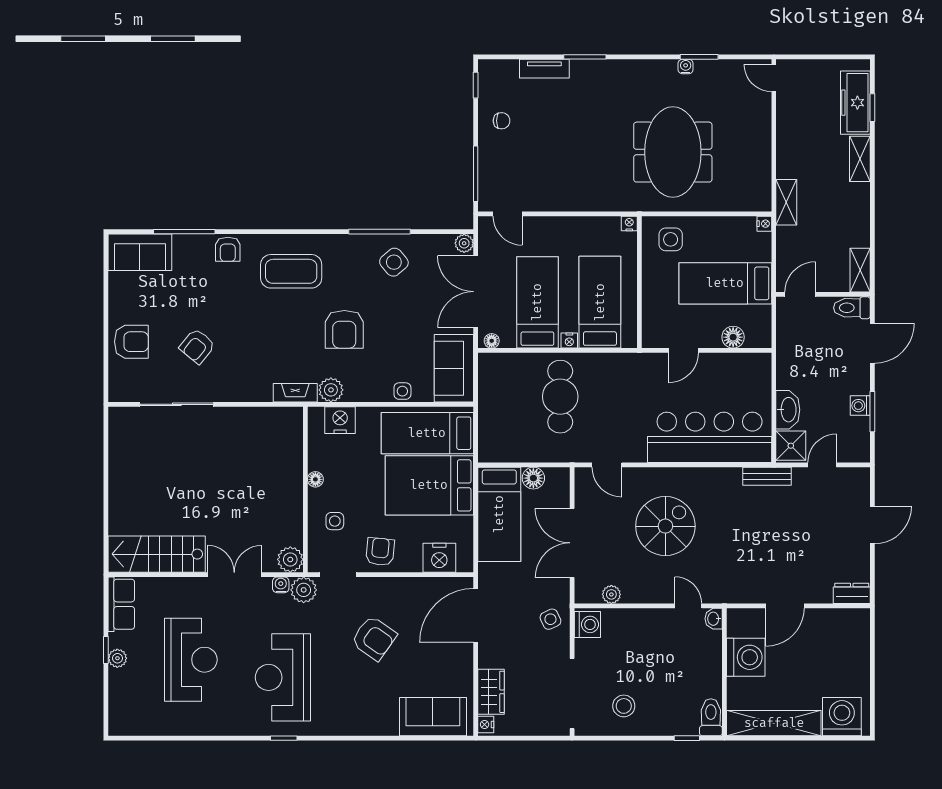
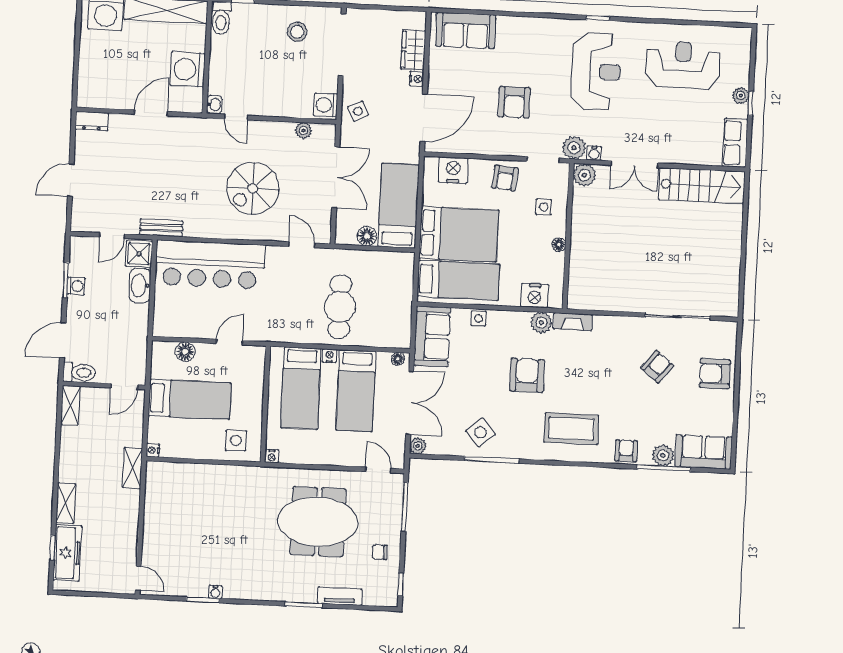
meeting table: (673, 152) -> (318, 522), moved, turned 90
plant: (186, 246) -> (663, 455), added
armchair: (374, 638) -> (514, 102), turned -125
reception desk: (191, 660) -> (683, 65), moved, turned 90
nightstand: (486, 724) -> (417, 79), moved

